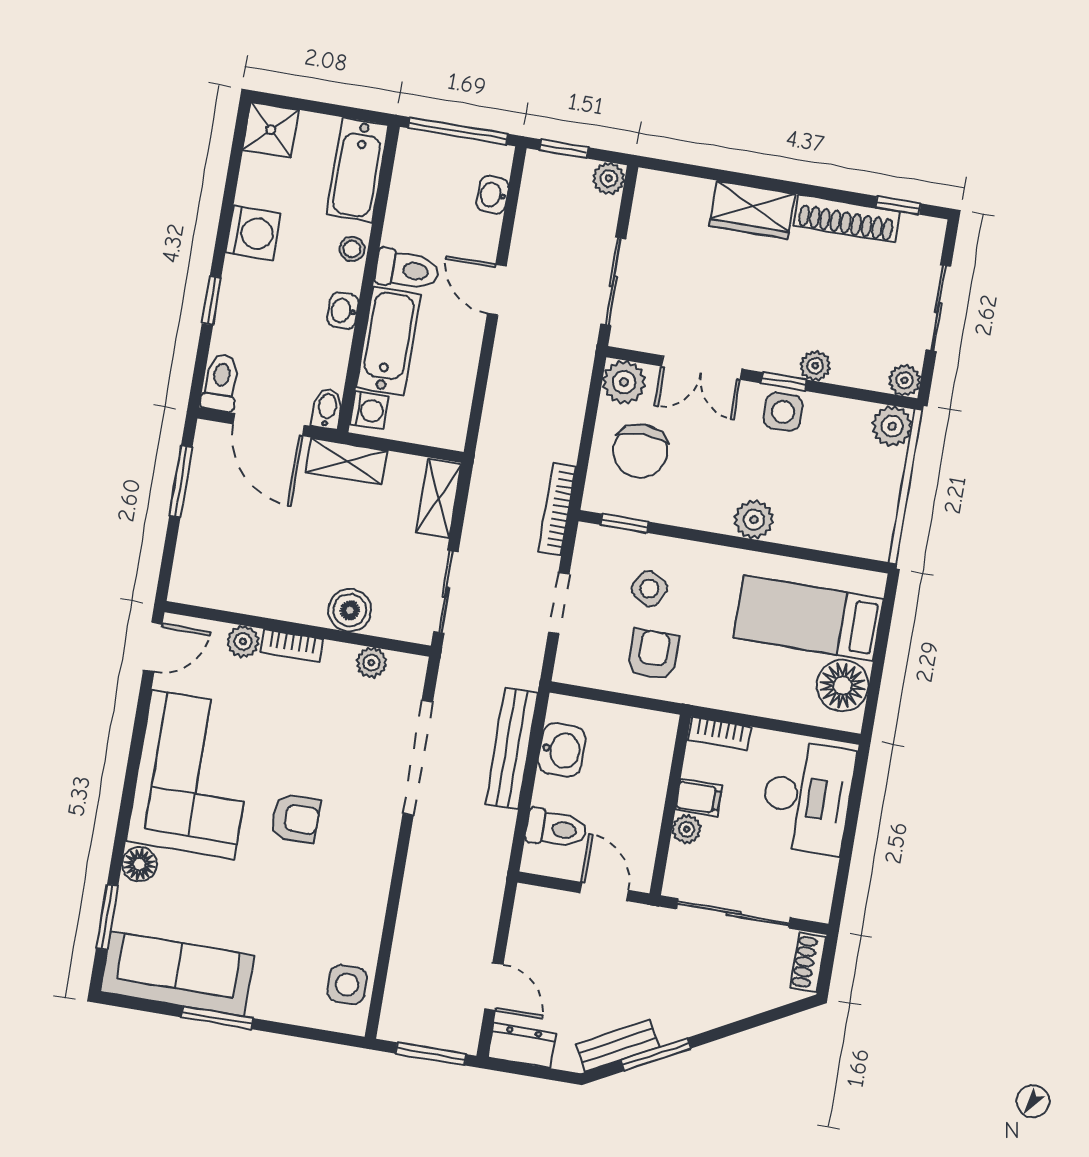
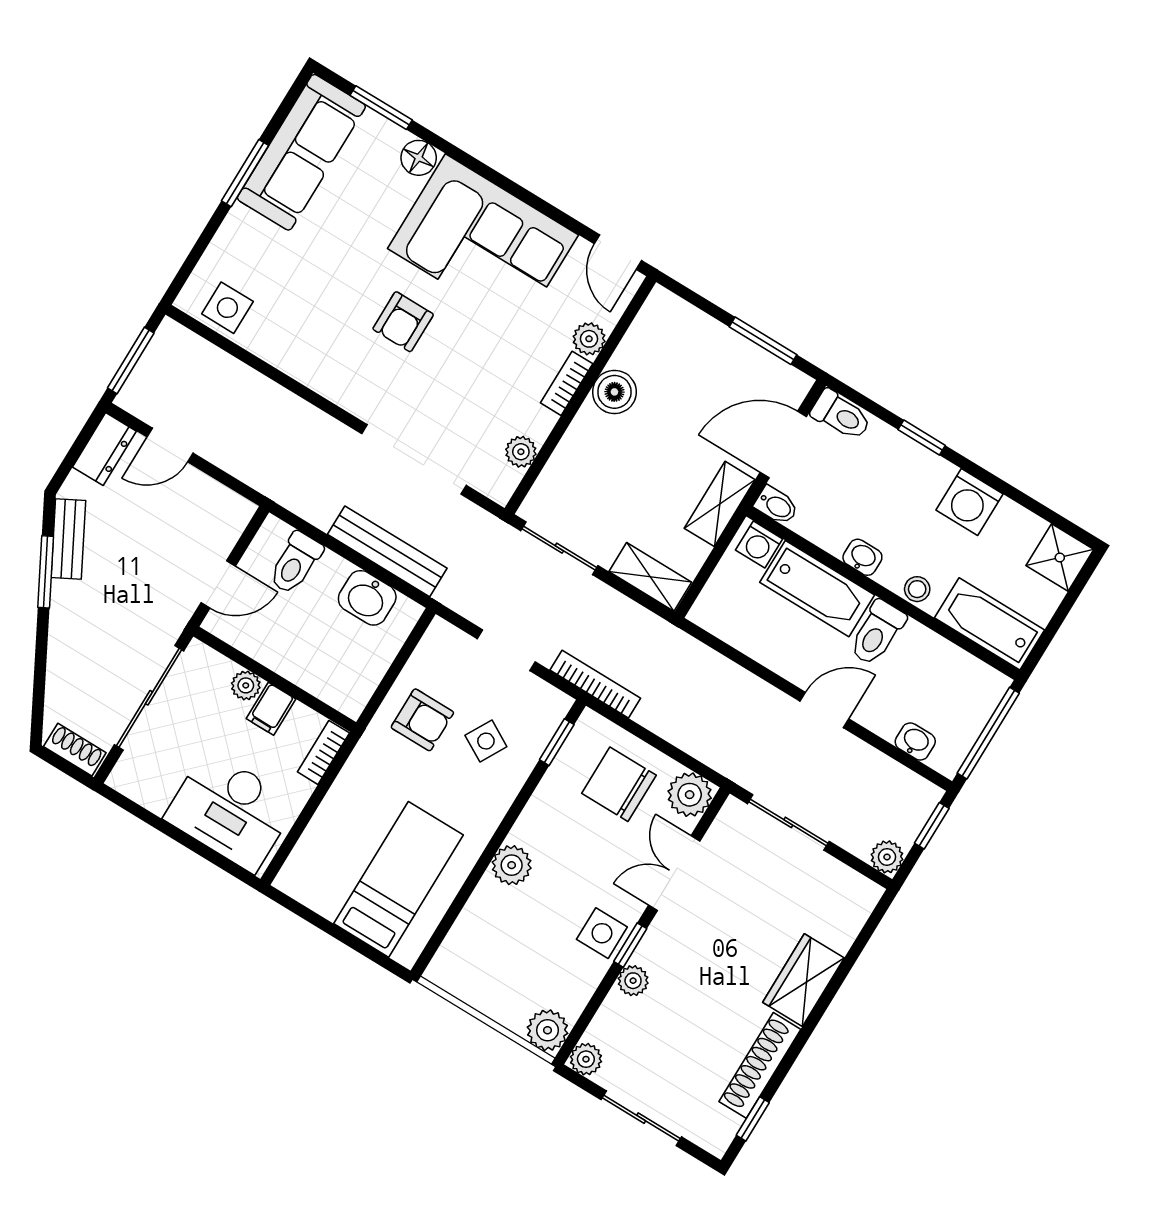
boiler: (350, 610) -> (614, 392), moved
floor lamp: (843, 685) -> (322, 886), removed

